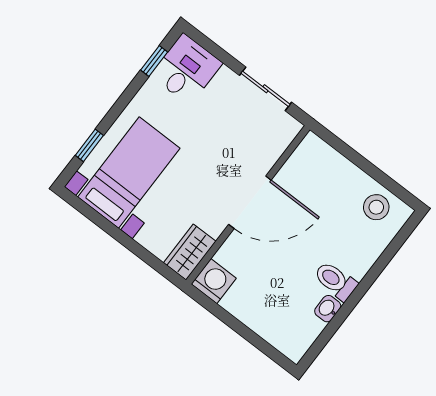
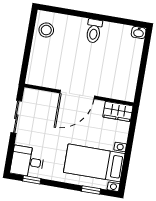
door: (250, 202) -> (77, 95), swing flipped
washing machine: (214, 281) -> (126, 92), removed
washbasin: (328, 309) -> (139, 32), moved

